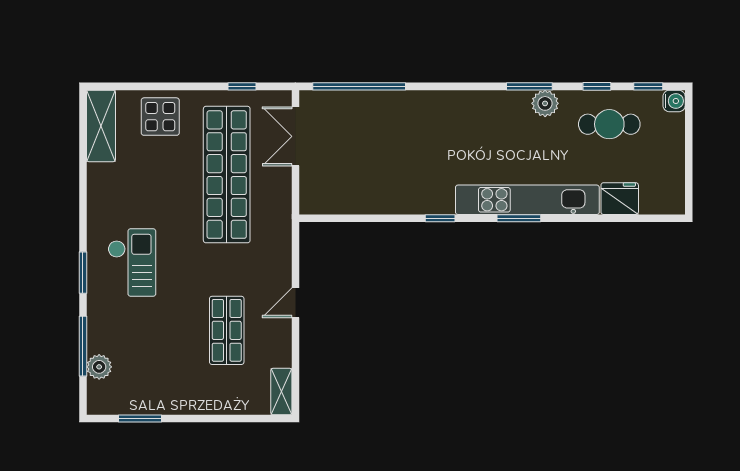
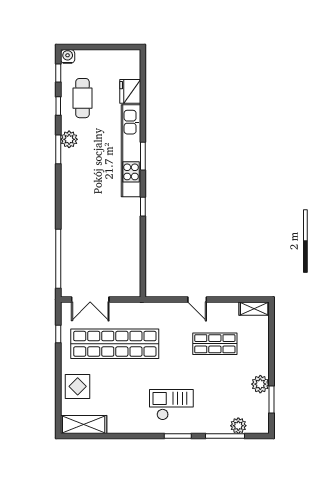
plant: (164, 401) -> (260, 384), added

